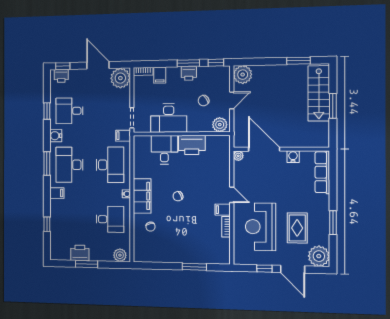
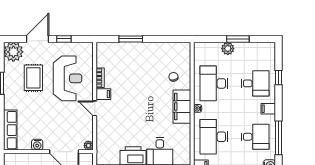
window: (47, 164) -> (279, 138), width x1.44
desk: (70, 165) -> (255, 137), width x0.73
chair: (178, 196) -> (147, 107), removed
desk: (70, 219) -> (255, 83), added
desk: (110, 219) -> (214, 83), width x1.37
printer: (80, 253) -> (245, 50), removed
plant: (120, 255) -> (228, 49), moved
door: (293, 269) -> (38, 39), hinge flipped

